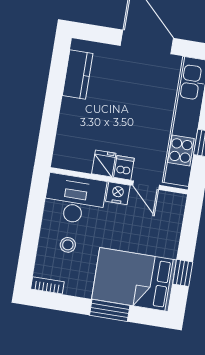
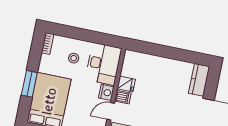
kitchen counter: (78, 75) -> (199, 80), moved, turned 90

